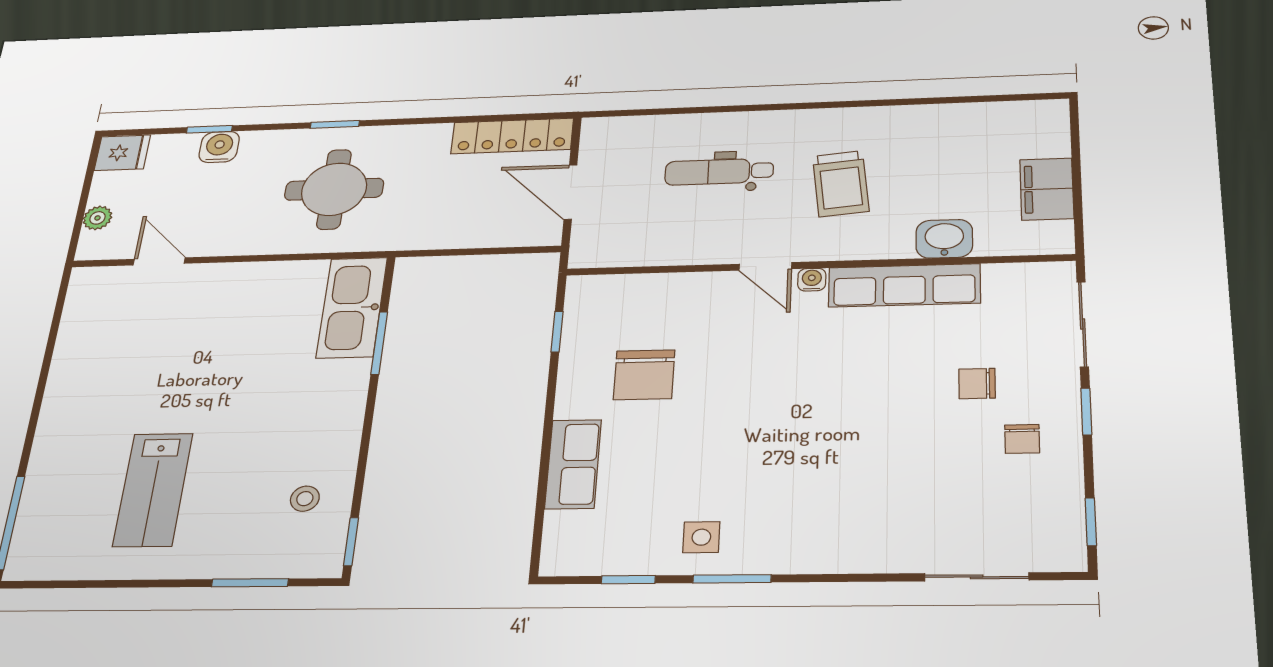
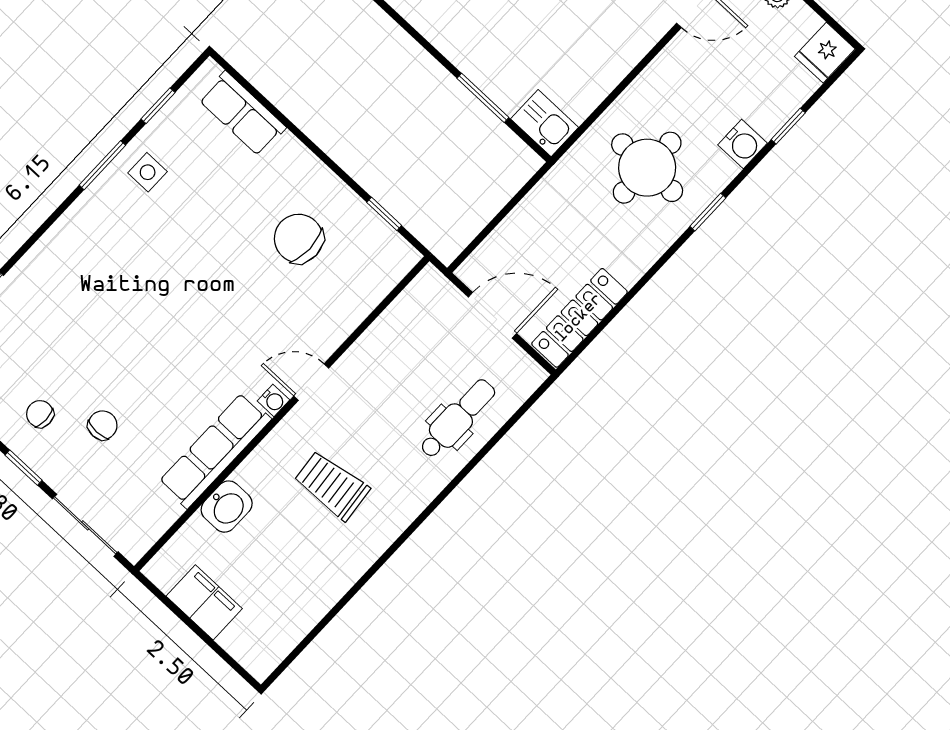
water cooler: (219, 147) -> (742, 144), moved
dental chair: (719, 172) -> (457, 419), moved
kitchen sink: (352, 307) -> (545, 123), width x0.53, depth x0.81
row of seats: (573, 464) -> (242, 114), moved

